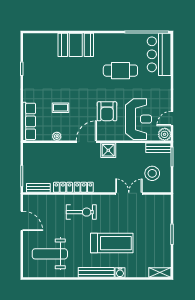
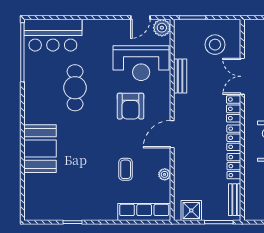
armchair: (107, 111) -> (130, 106), turned 90
reception desk: (139, 119) -> (141, 63), turned 180
door: (172, 119) -> (140, 18), hinge flipped
door: (86, 142) -> (172, 134), hinge flipped
bench: (158, 148) -> (180, 76), moved
shower: (108, 150) -> (191, 210), moved
locker: (105, 187) -> (234, 109), added

